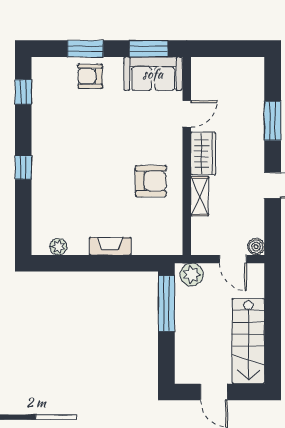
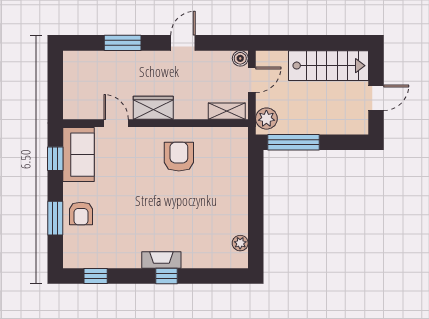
window: (149, 49) -> (55, 159), width x0.67
shelving: (200, 196) -> (227, 111), moved
fireplace: (110, 246) -> (161, 260), moved, turned 90

